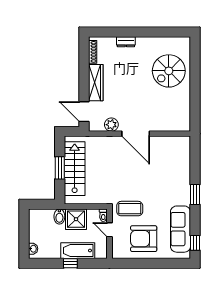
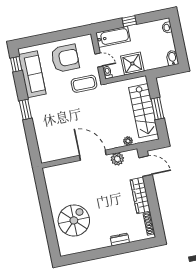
plant: (97, 141) -> (128, 141), added
bidet: (59, 217) -> (172, 58), moved
bathtub: (78, 251) -> (113, 37), moved

